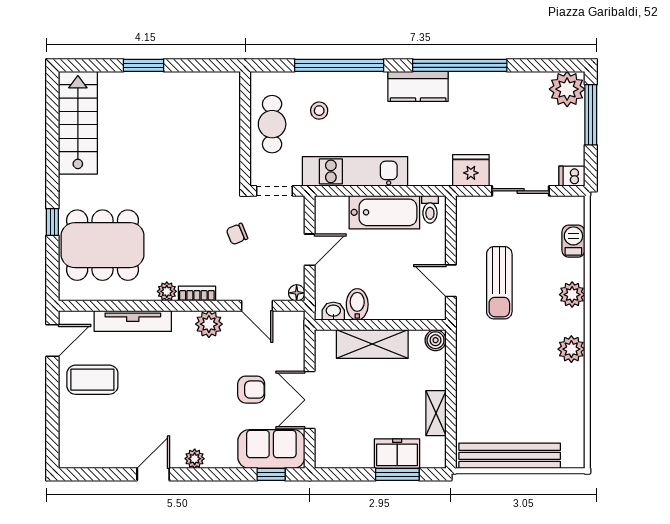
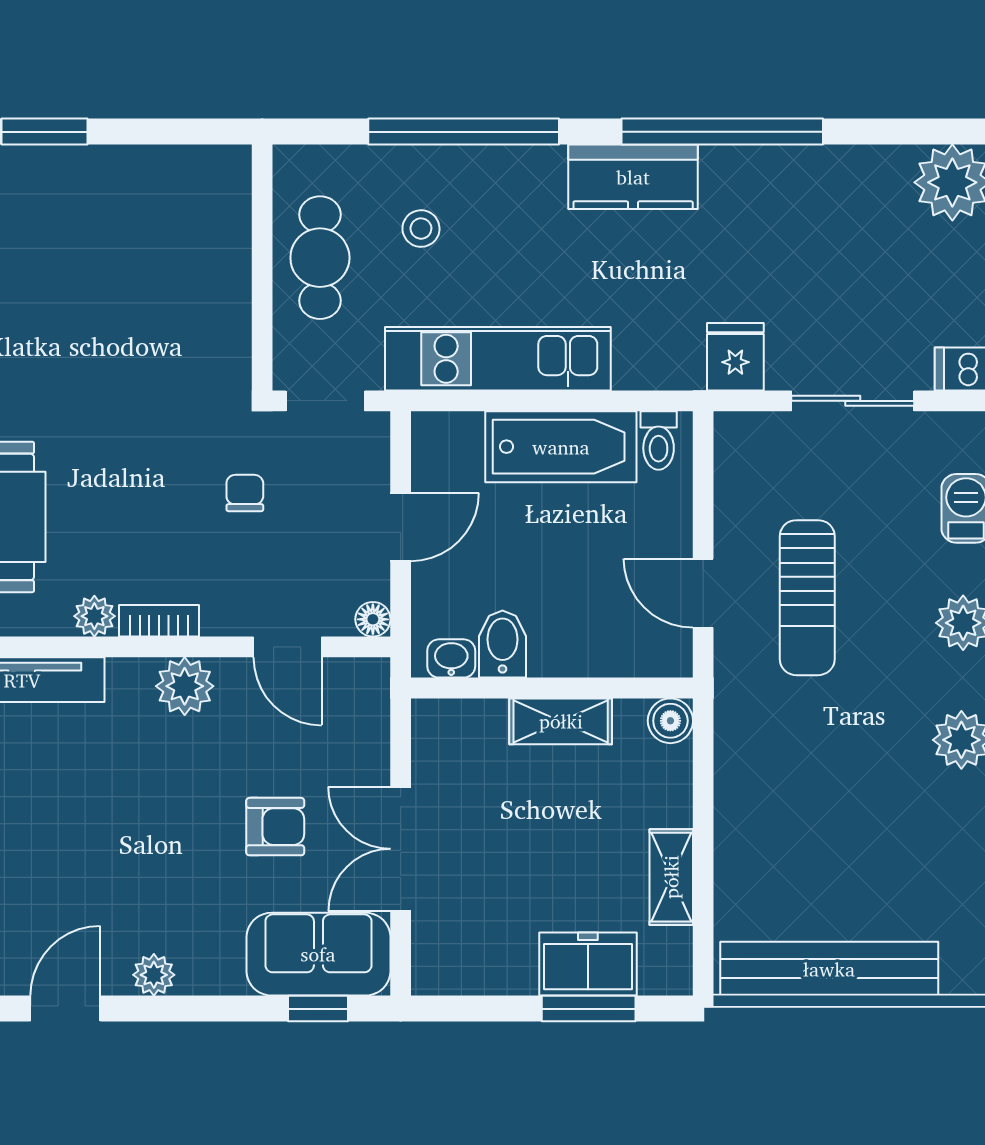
fridge: (471, 170) -> (735, 357), width x0.72
chair: (237, 234) -> (245, 493), turned 112
shelving: (372, 344) -> (561, 721), width x0.67, depth x0.75

